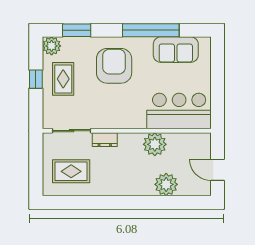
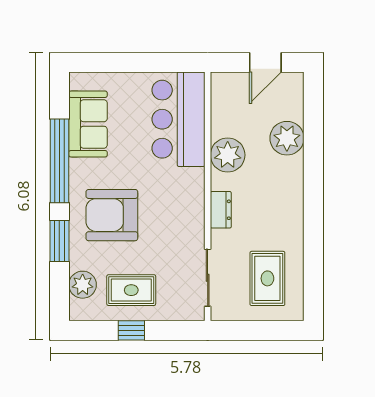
window: (77, 30) -> (59, 241), moved
plant: (52, 46) -> (83, 285), moved
dresser: (105, 140) -> (221, 210), moved

